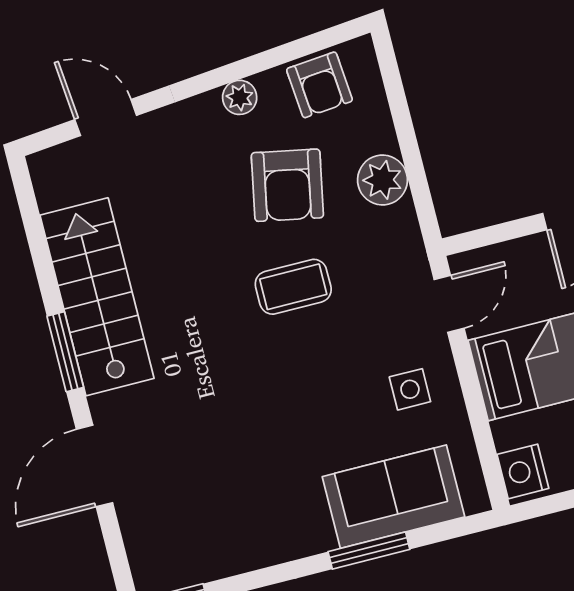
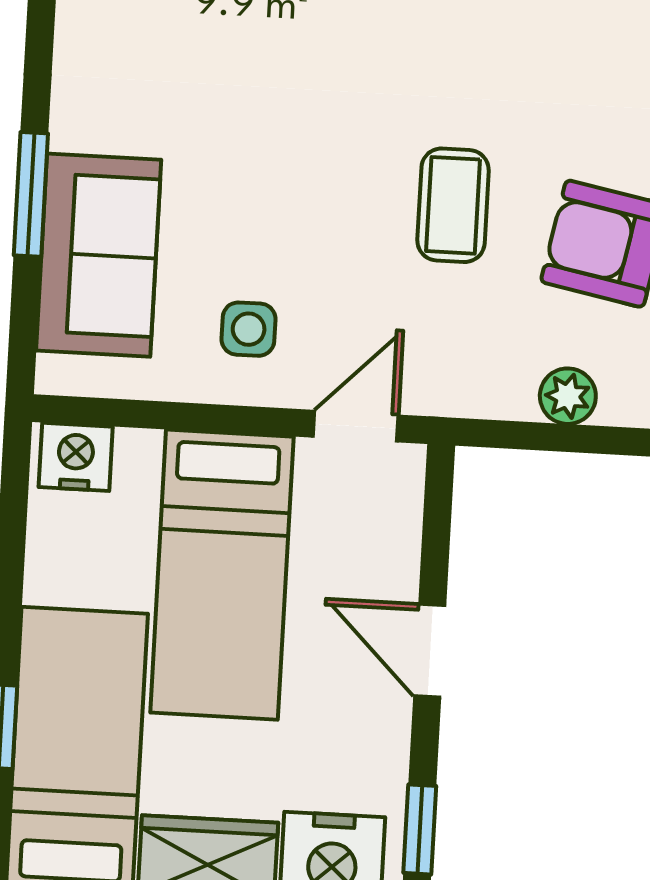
plant: (383, 180) -> (568, 396), width x0.73, depth x0.73
door: (449, 304) -> (356, 426), swing flipped

